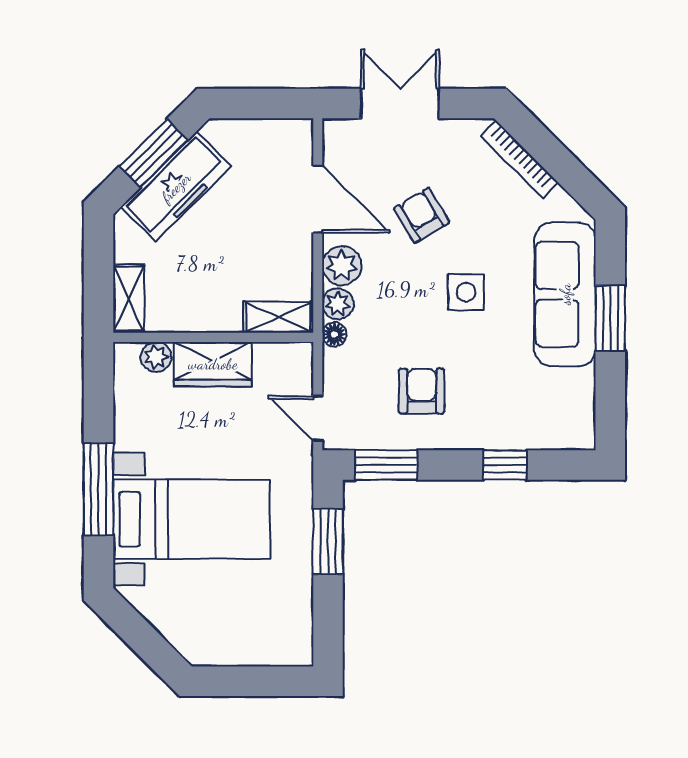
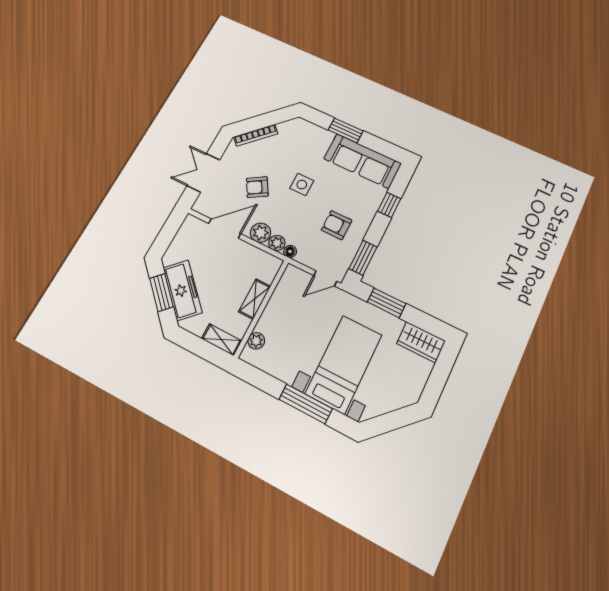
sofa: (565, 294) -> (362, 161), moved
shelving: (278, 317) -> (255, 299), moved
wardrobe: (213, 364) -> (421, 342), moved, turned 90

